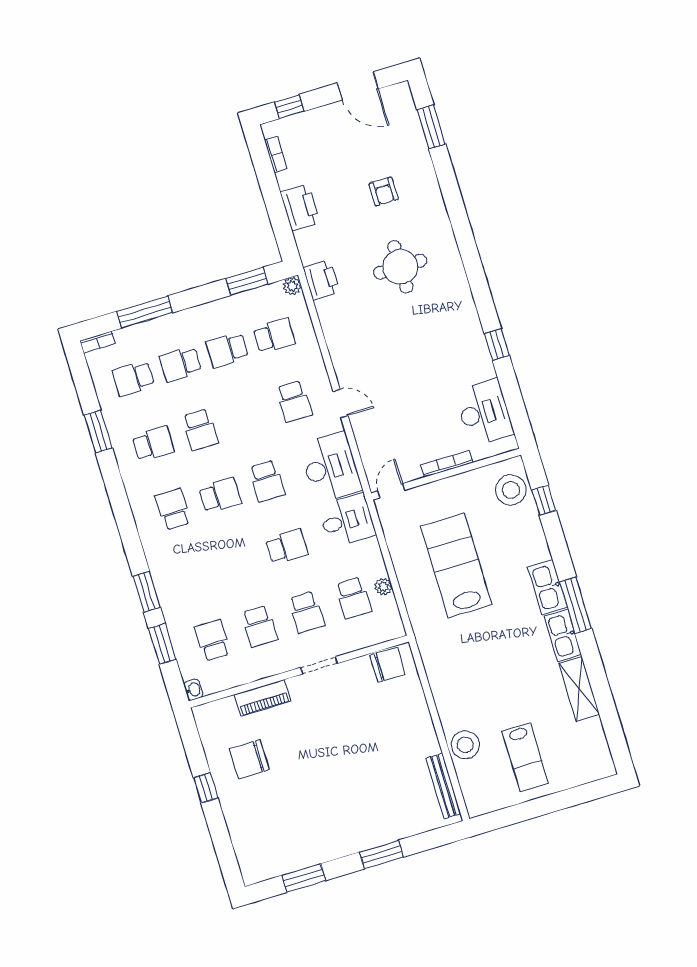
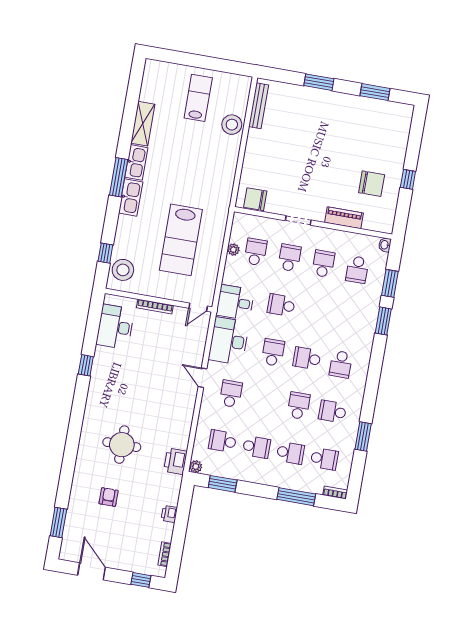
printer: (300, 207) -> (169, 514), width x0.53, depth x0.68

